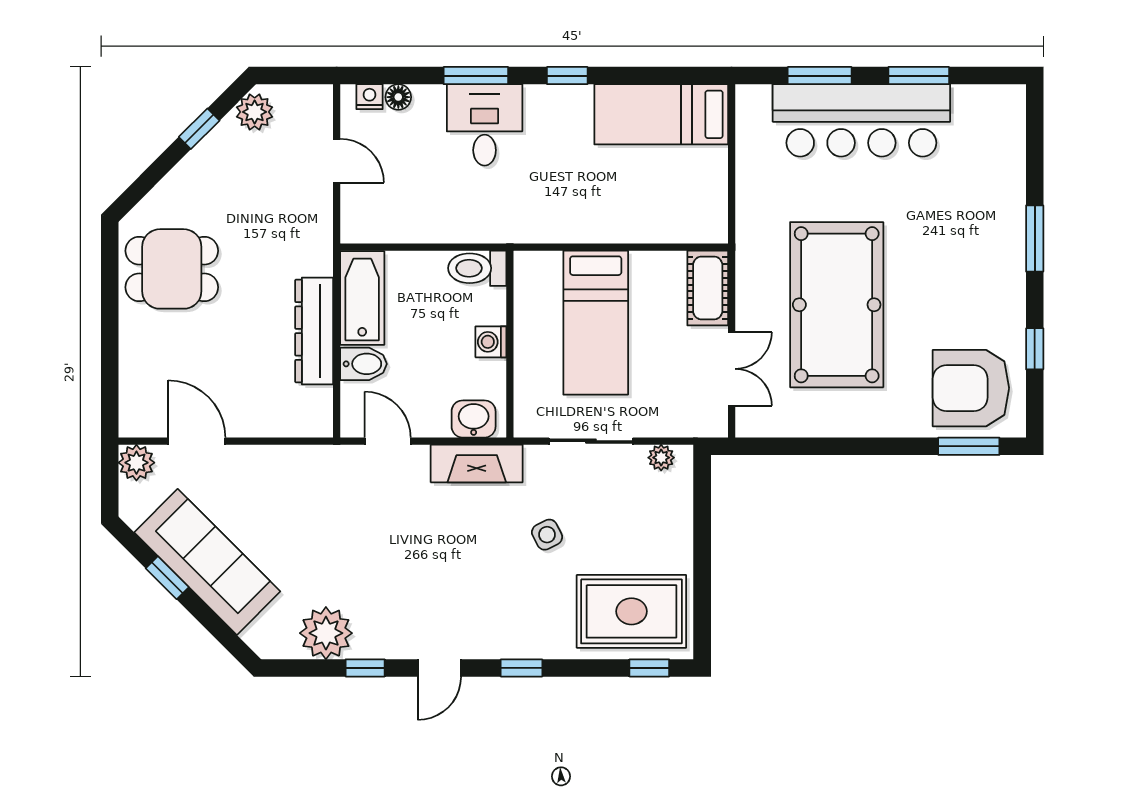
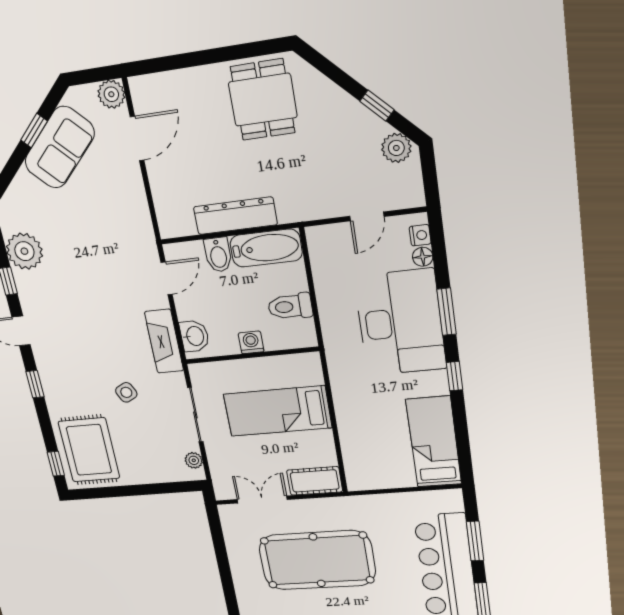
desk: (485, 125) -> (400, 323), width x1.87, depth x1.30
toilet: (477, 268) -> (290, 306), moved, turned -90
double door: (732, 369) -> (262, 500), swing flipped
sofa: (207, 562) -> (60, 147), width x0.73

